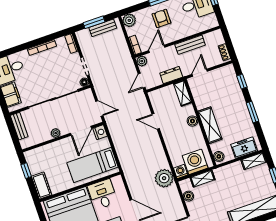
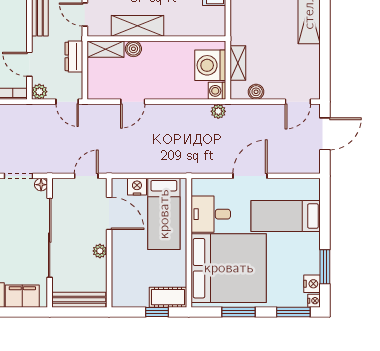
boiler: (192, 121) -> (133, 49), moved
shelving: (210, 125) -> (138, 26), moved
bench: (19, 126) -> (79, 300), width x1.36
nightstand: (100, 132) -> (137, 187), moved
boiler: (219, 156) -> (214, 29), removed
window: (26, 171) -> (157, 312), moved
plant: (164, 178) -> (218, 111), width x0.53, depth x0.53

